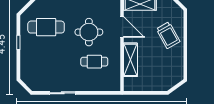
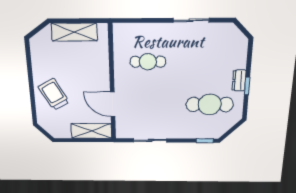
round table: (89, 32) -> (155, 98), removed
dresser: (25, 47) -> (239, 80), added
shelving: (131, 60) -> (74, 32), moved, turned 90

